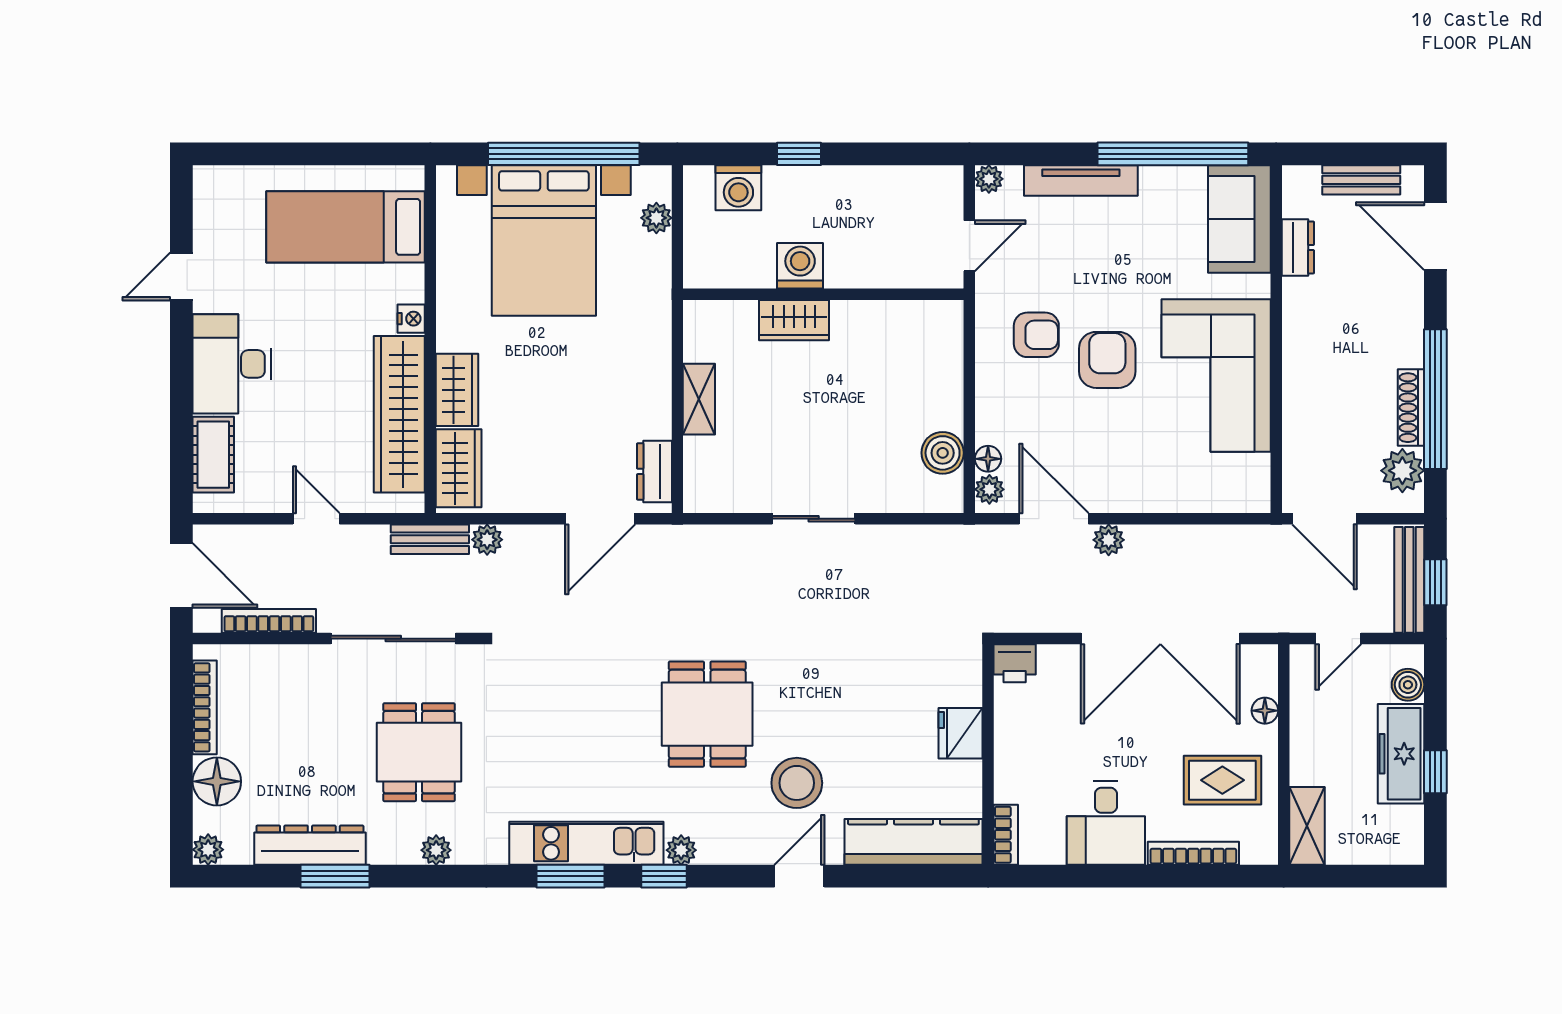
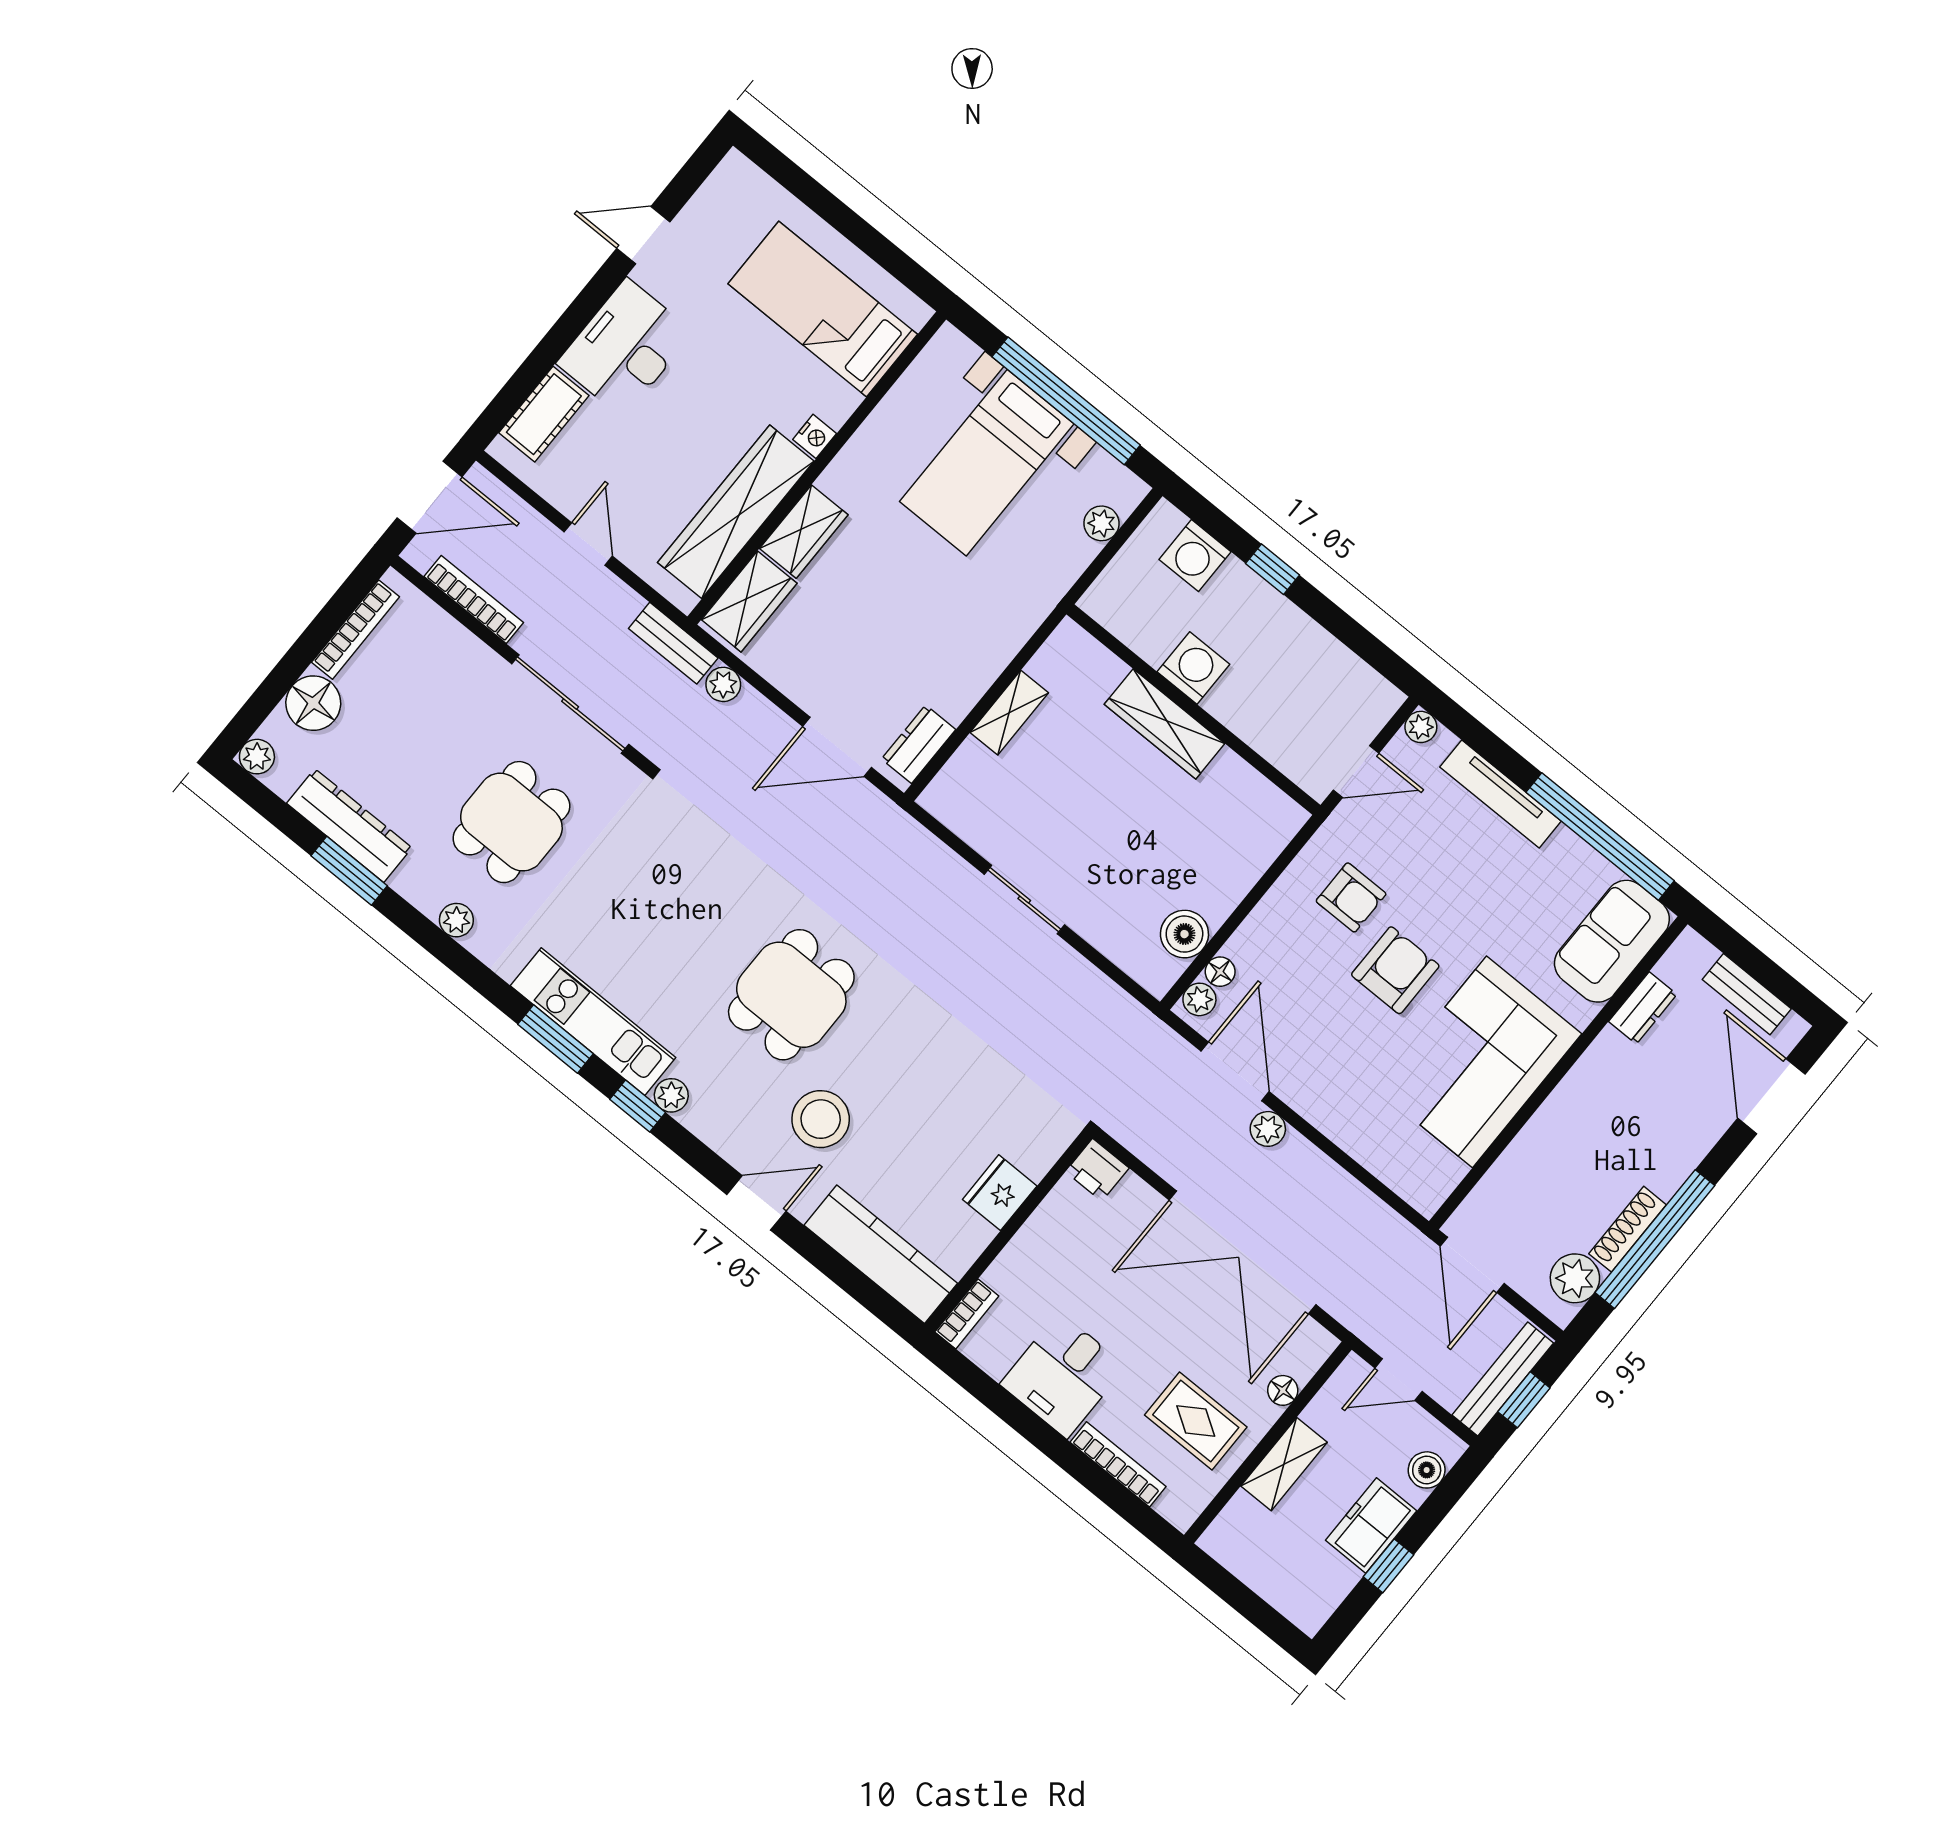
bed with nightstands: (544, 240) -> (987, 463), width x0.73
wardrobe: (794, 320) -> (1165, 724), width x1.50
door: (181, 576) -> (430, 497), hinge flipped
freezer: (1401, 754) -> (1371, 1525), width x0.71
shelving: (1307, 826) -> (1284, 1464), moved

